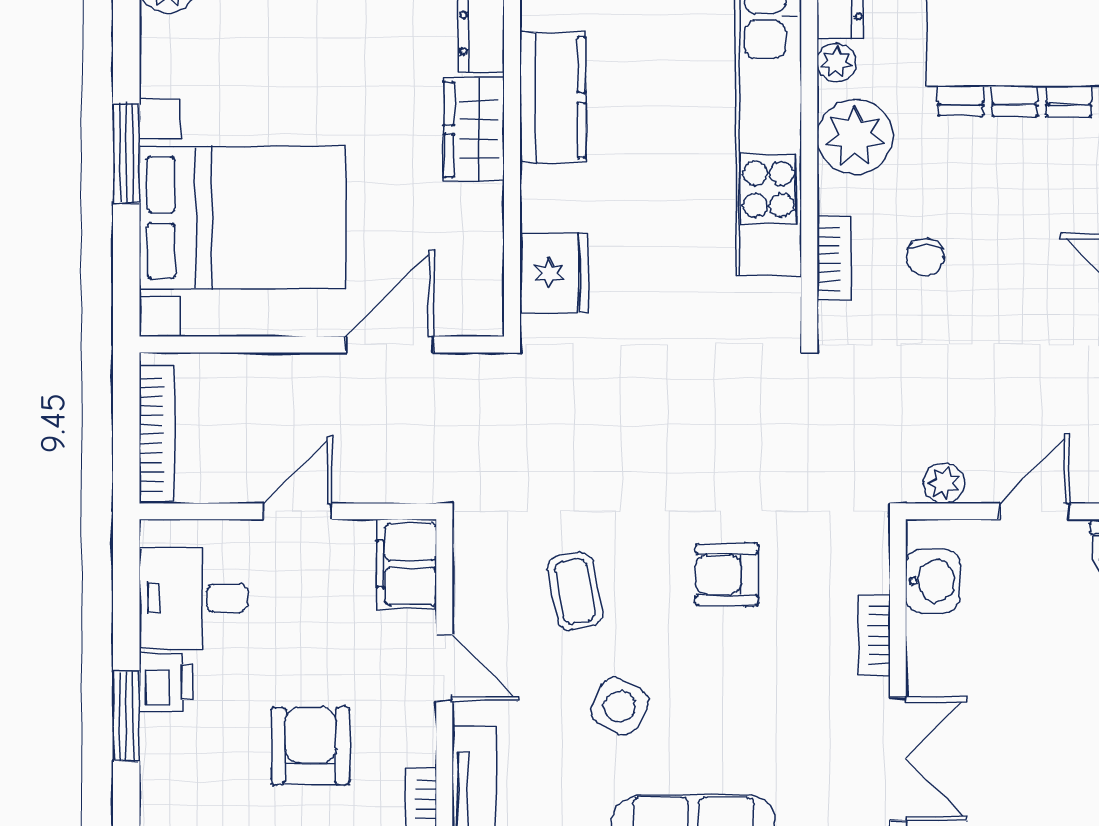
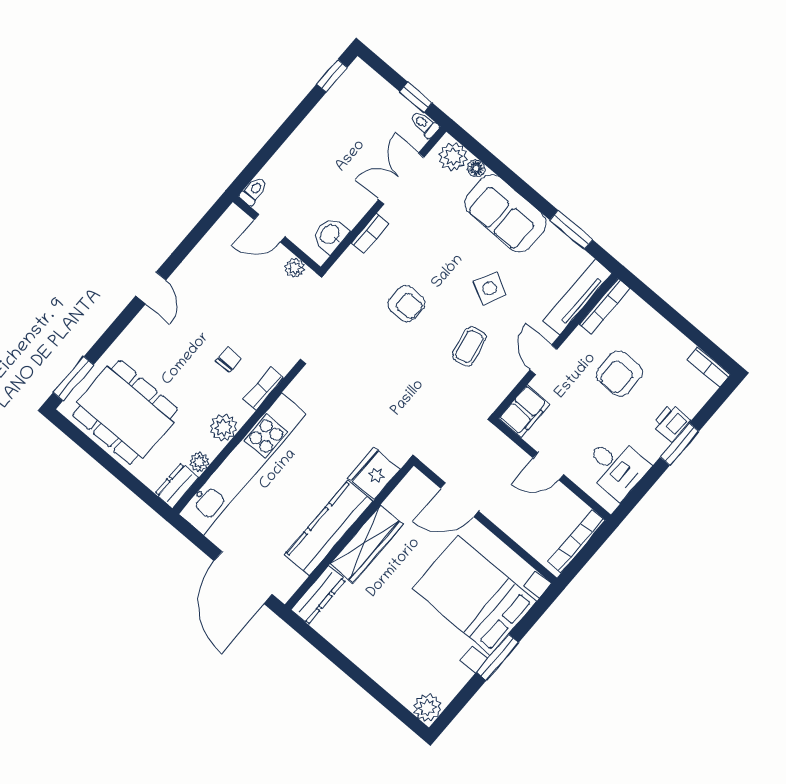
kitchen counter: (553, 98) -> (329, 528), width x1.50
wardrobe: (474, 130) -> (367, 544), width x1.50
plant: (855, 137) -> (223, 427), width x0.73, depth x0.73
printer: (166, 682) -> (672, 423), moved

